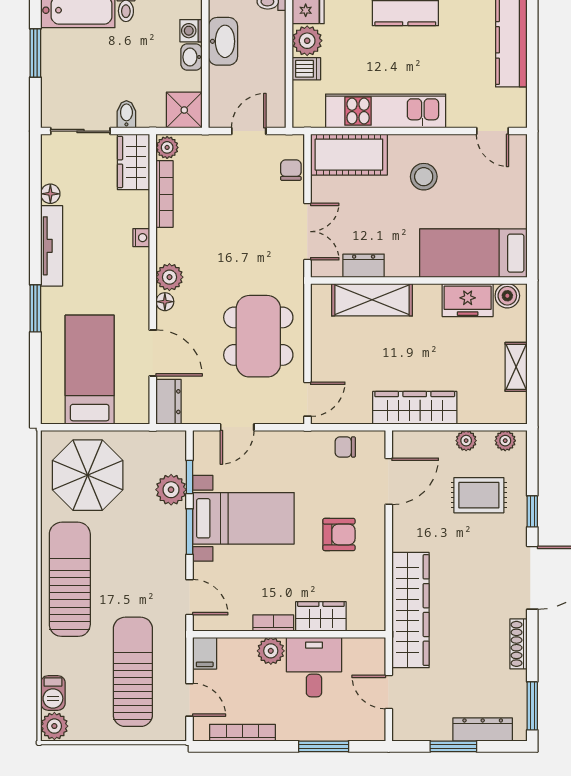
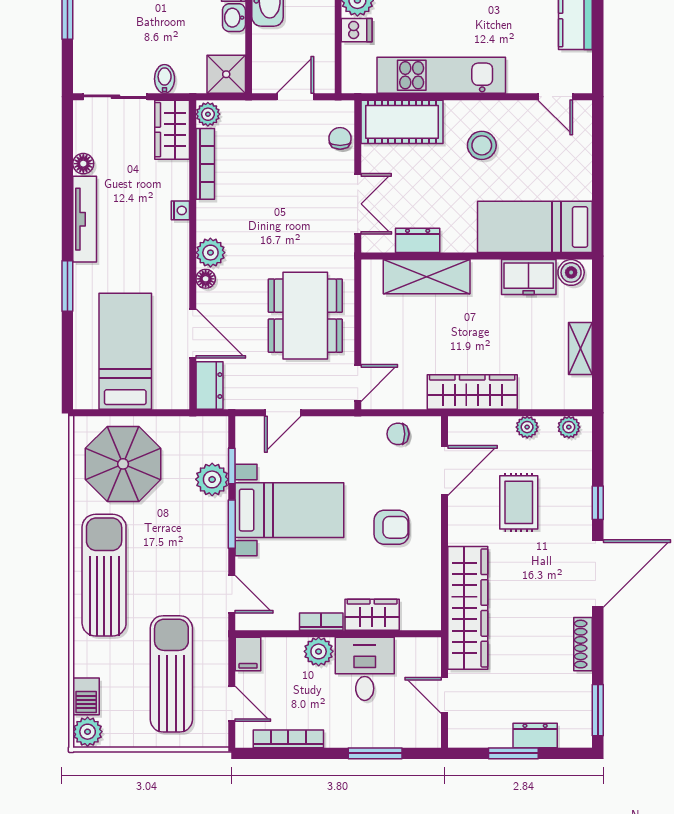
rug: (479, 495) -> (519, 502), moved, turned 90
dresser: (483, 729) -> (535, 735), width x0.70

